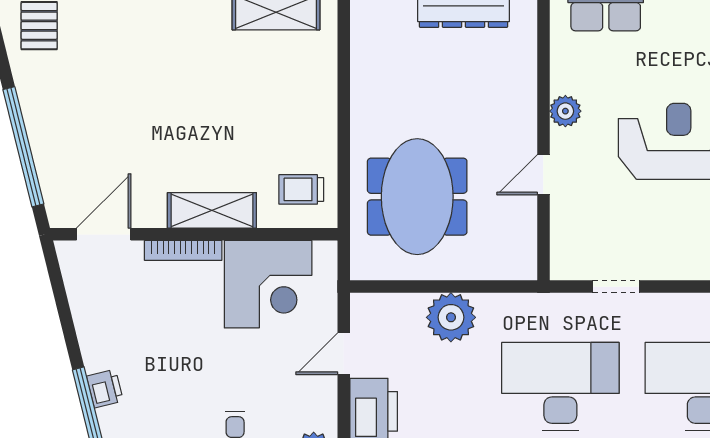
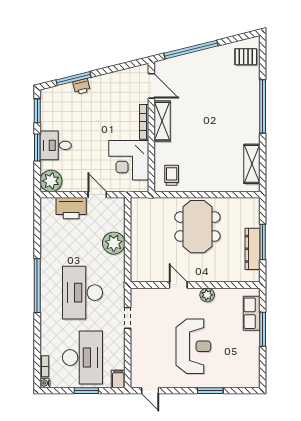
meeting table: (417, 197) -> (197, 227), moved, turned 90
shelving: (212, 210) -> (162, 121), moved
desk: (560, 386) -> (82, 293), turned 180

